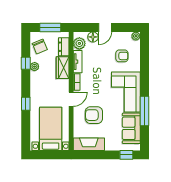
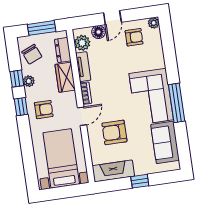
armchair: (122, 56) -> (134, 37), moved
armchair: (43, 90) -> (44, 110), added
window: (26, 104) -> (21, 107), moved
window: (145, 111) -> (177, 103), moved
window: (126, 155) -> (140, 181), moved

